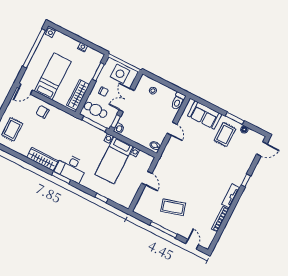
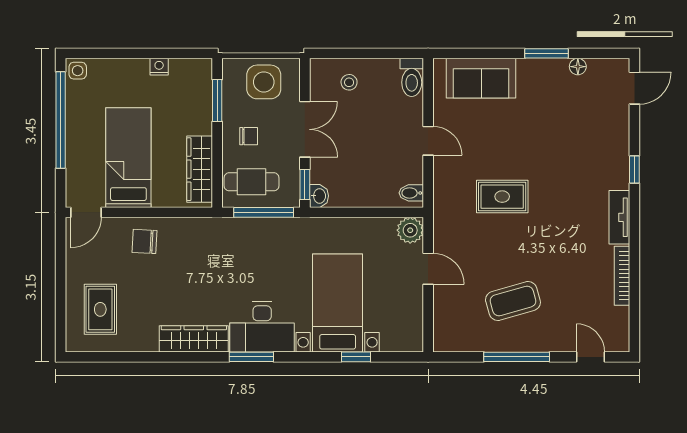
double door: (127, 100) -> (305, 129), swing flipped
rug: (225, 135) -> (502, 197), moved, turned 90
bed with nightstands: (114, 160) -> (338, 303), moved, turned 180
plant: (147, 160) -> (410, 230), added

